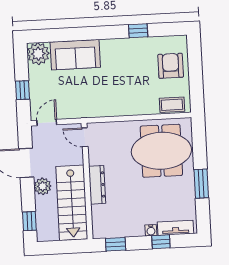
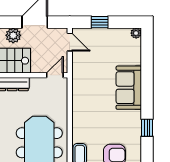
plant: (38, 54) -> (136, 33), width x0.53, depth x0.53
sofa: (75, 55) -> (129, 88), moved

